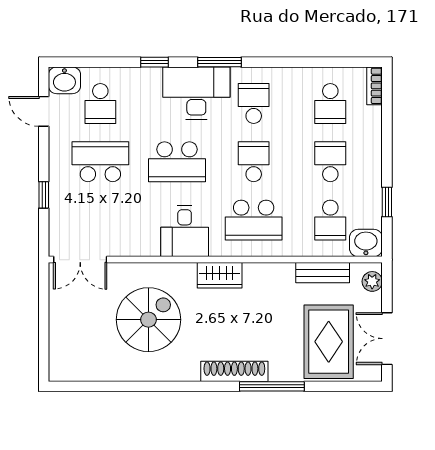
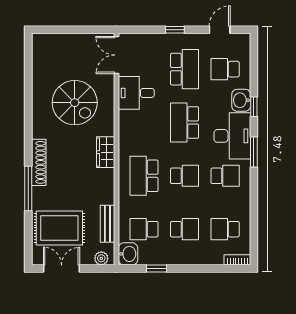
washbasin: (64, 80) -> (241, 100), moved
window: (44, 195) -> (175, 30), moved
desk: (185, 231) -> (136, 93), moved

